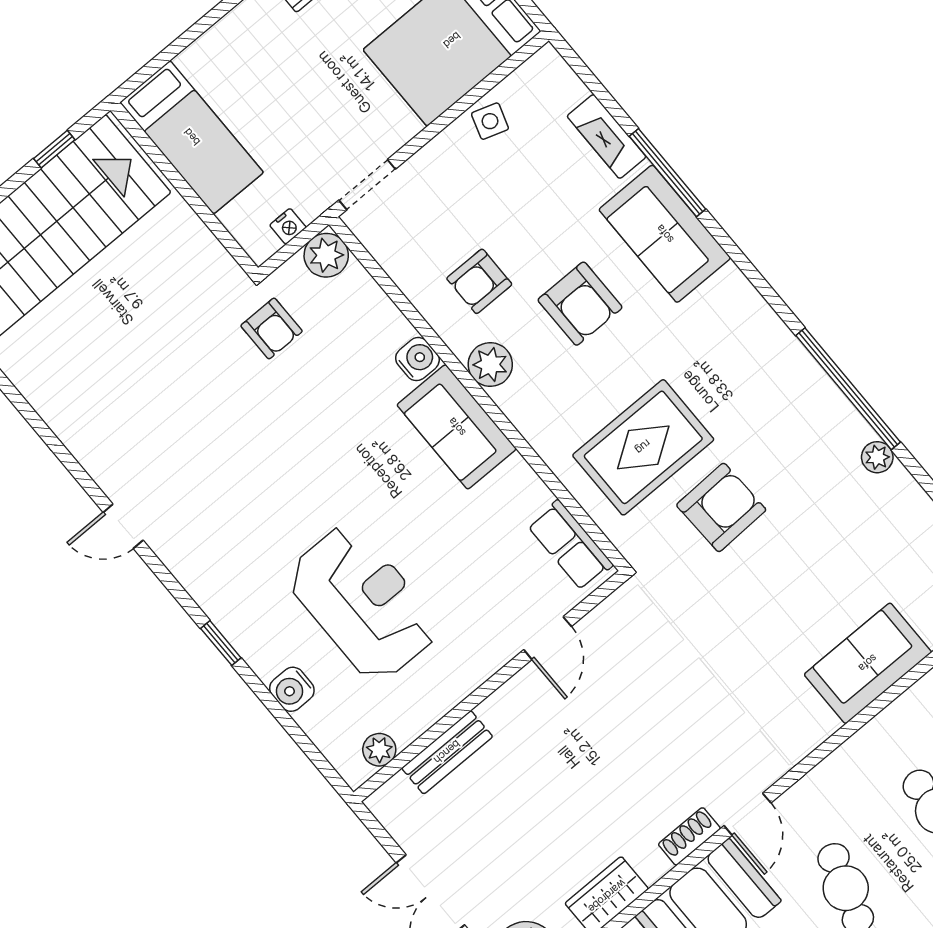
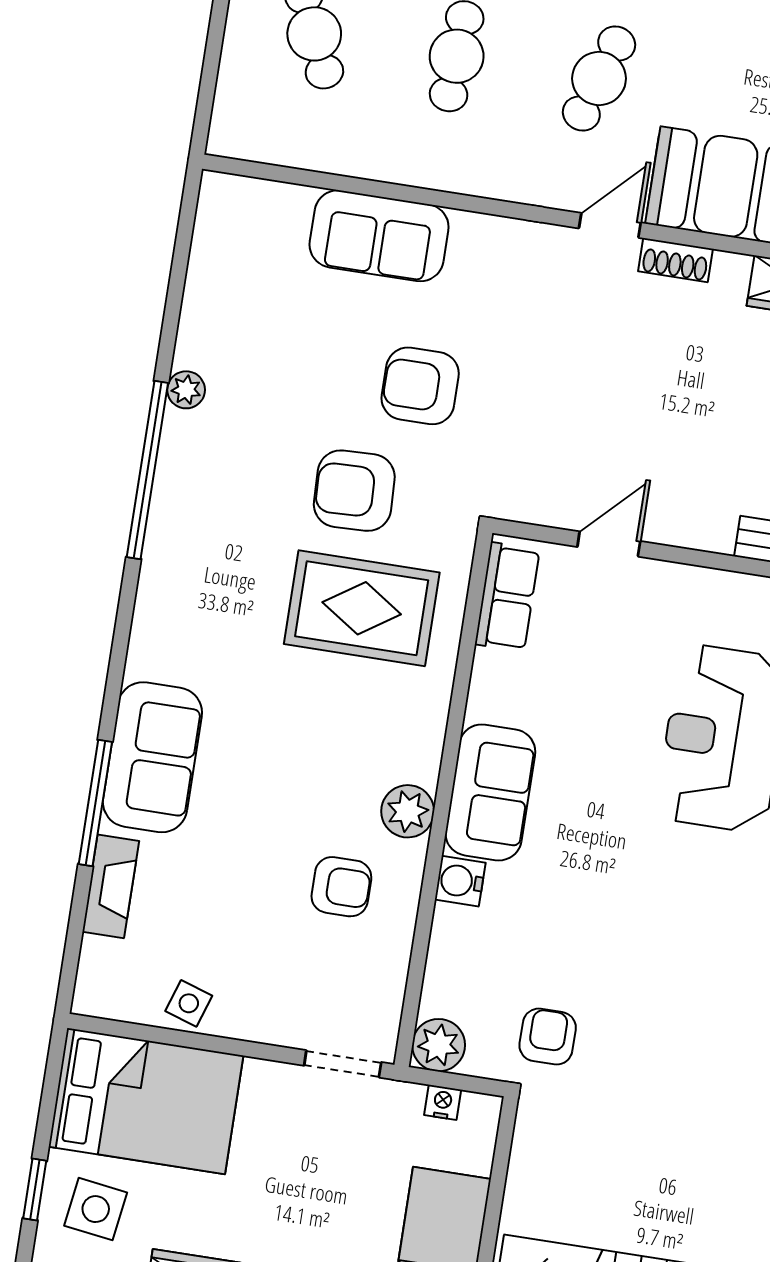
armchair: (580, 304) -> (420, 386), moved, turned -90

